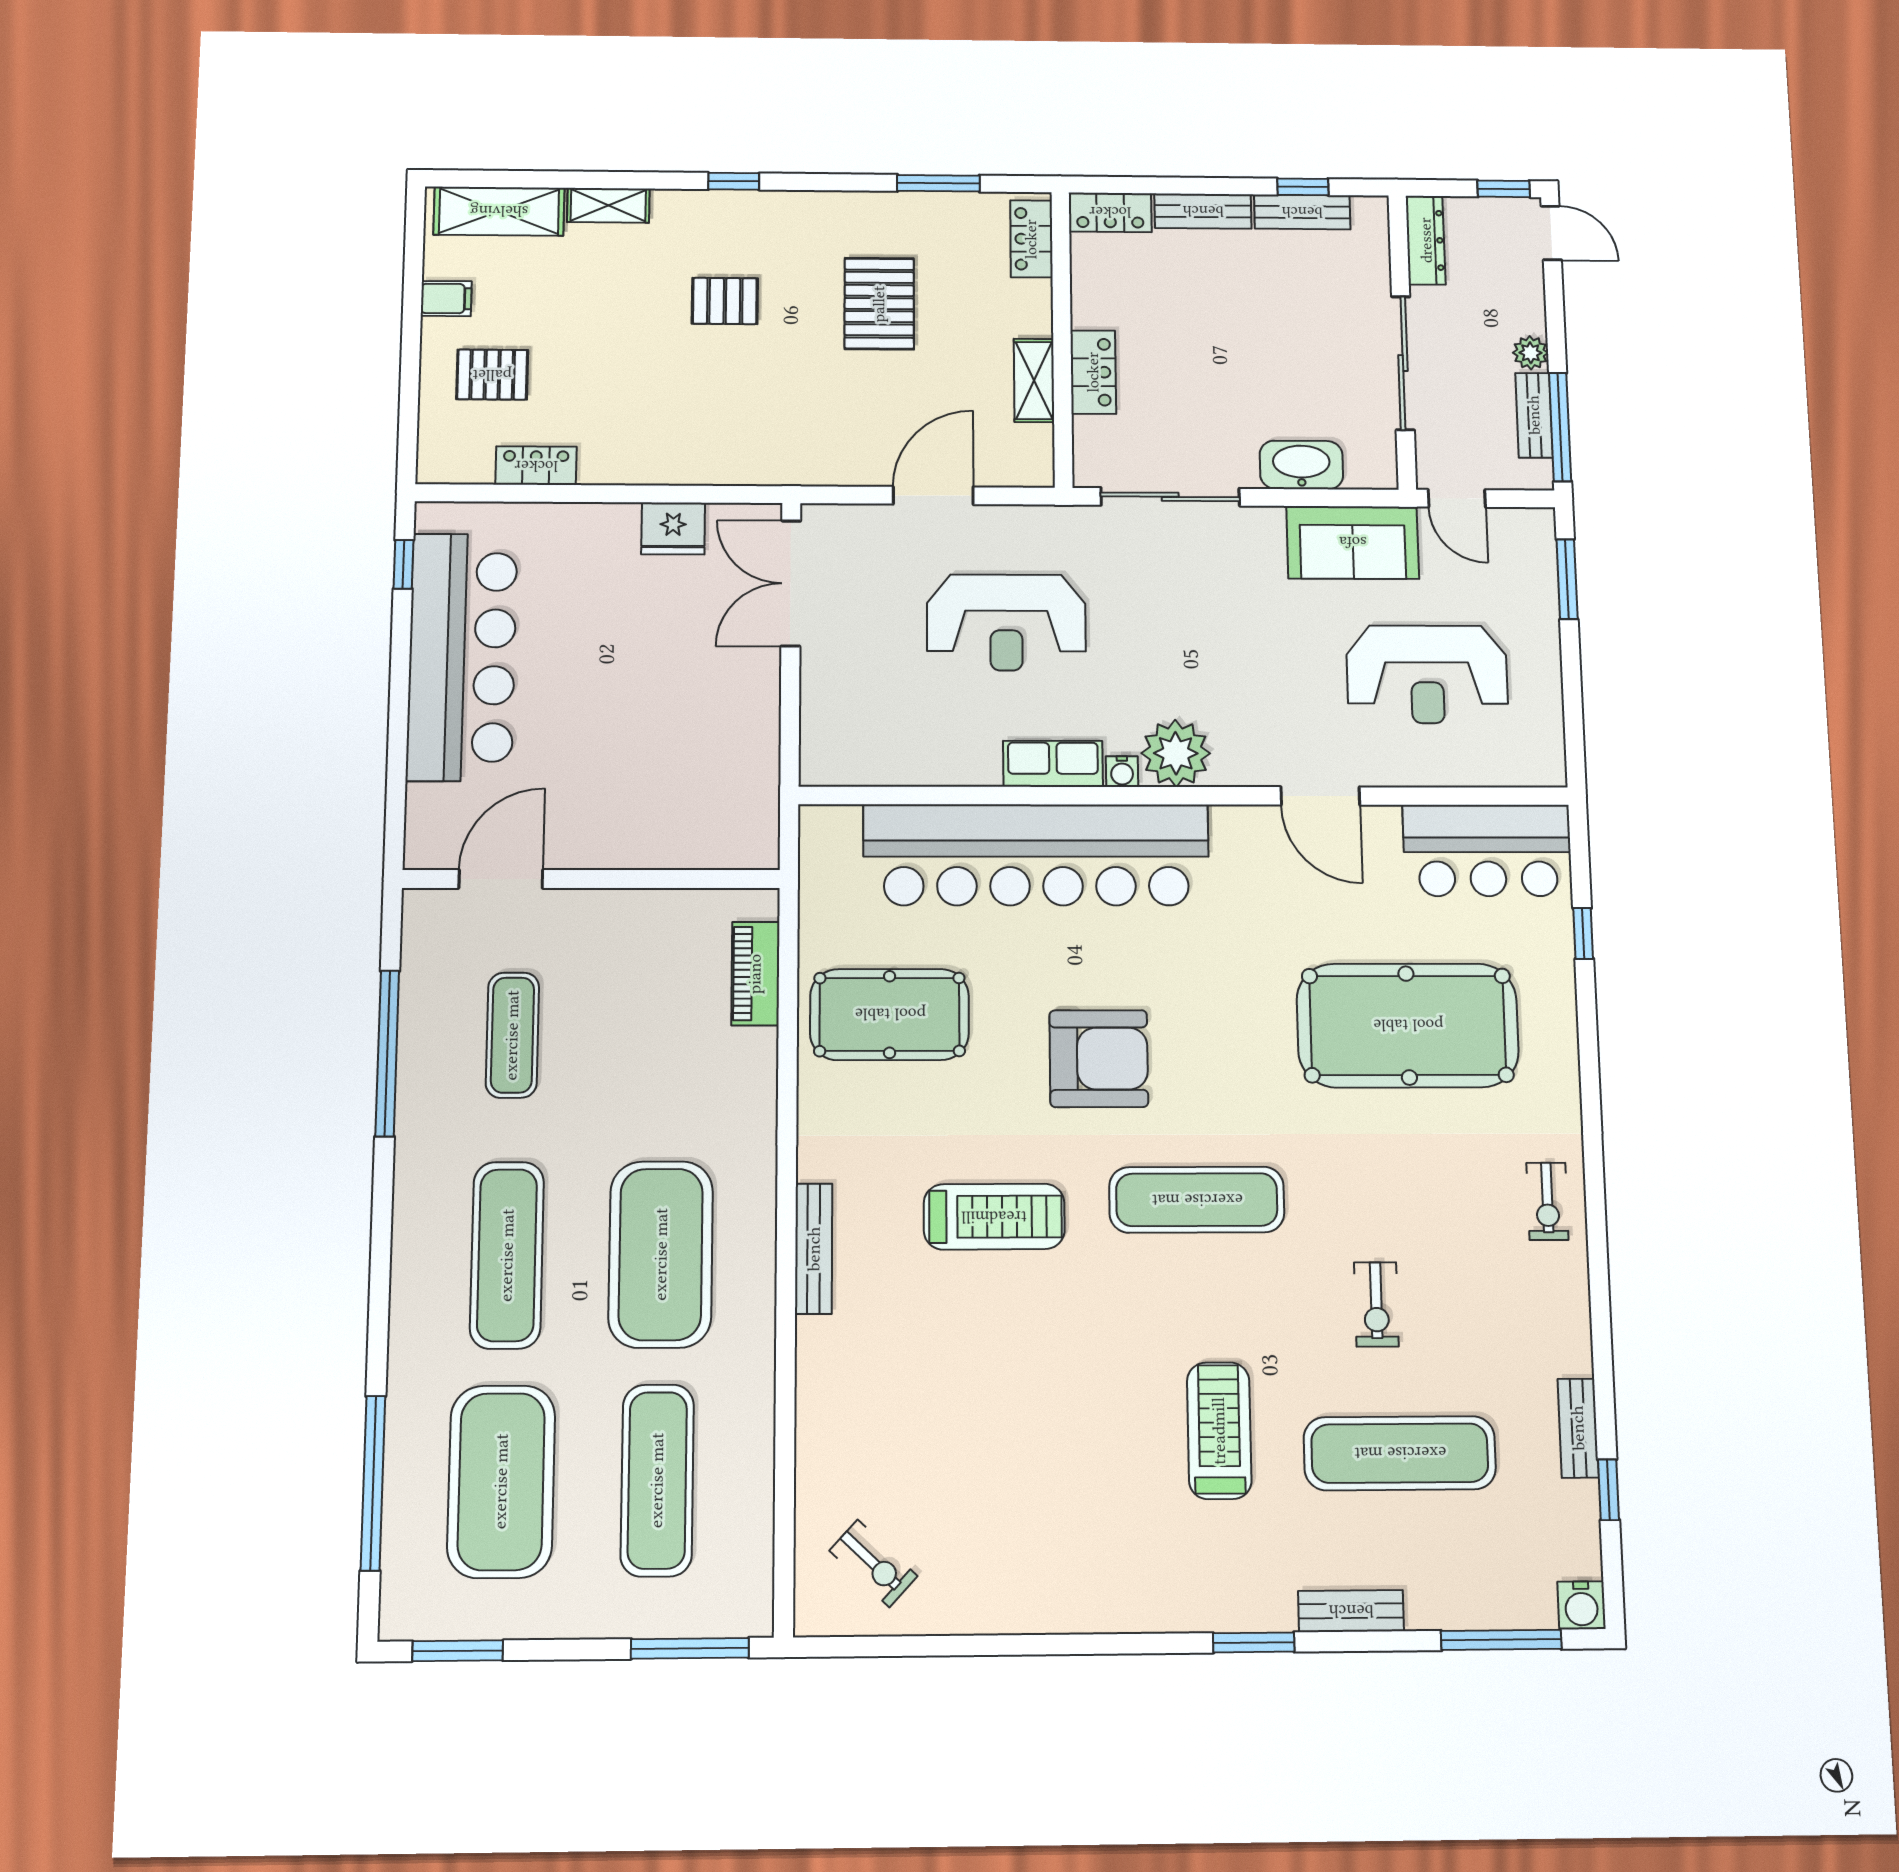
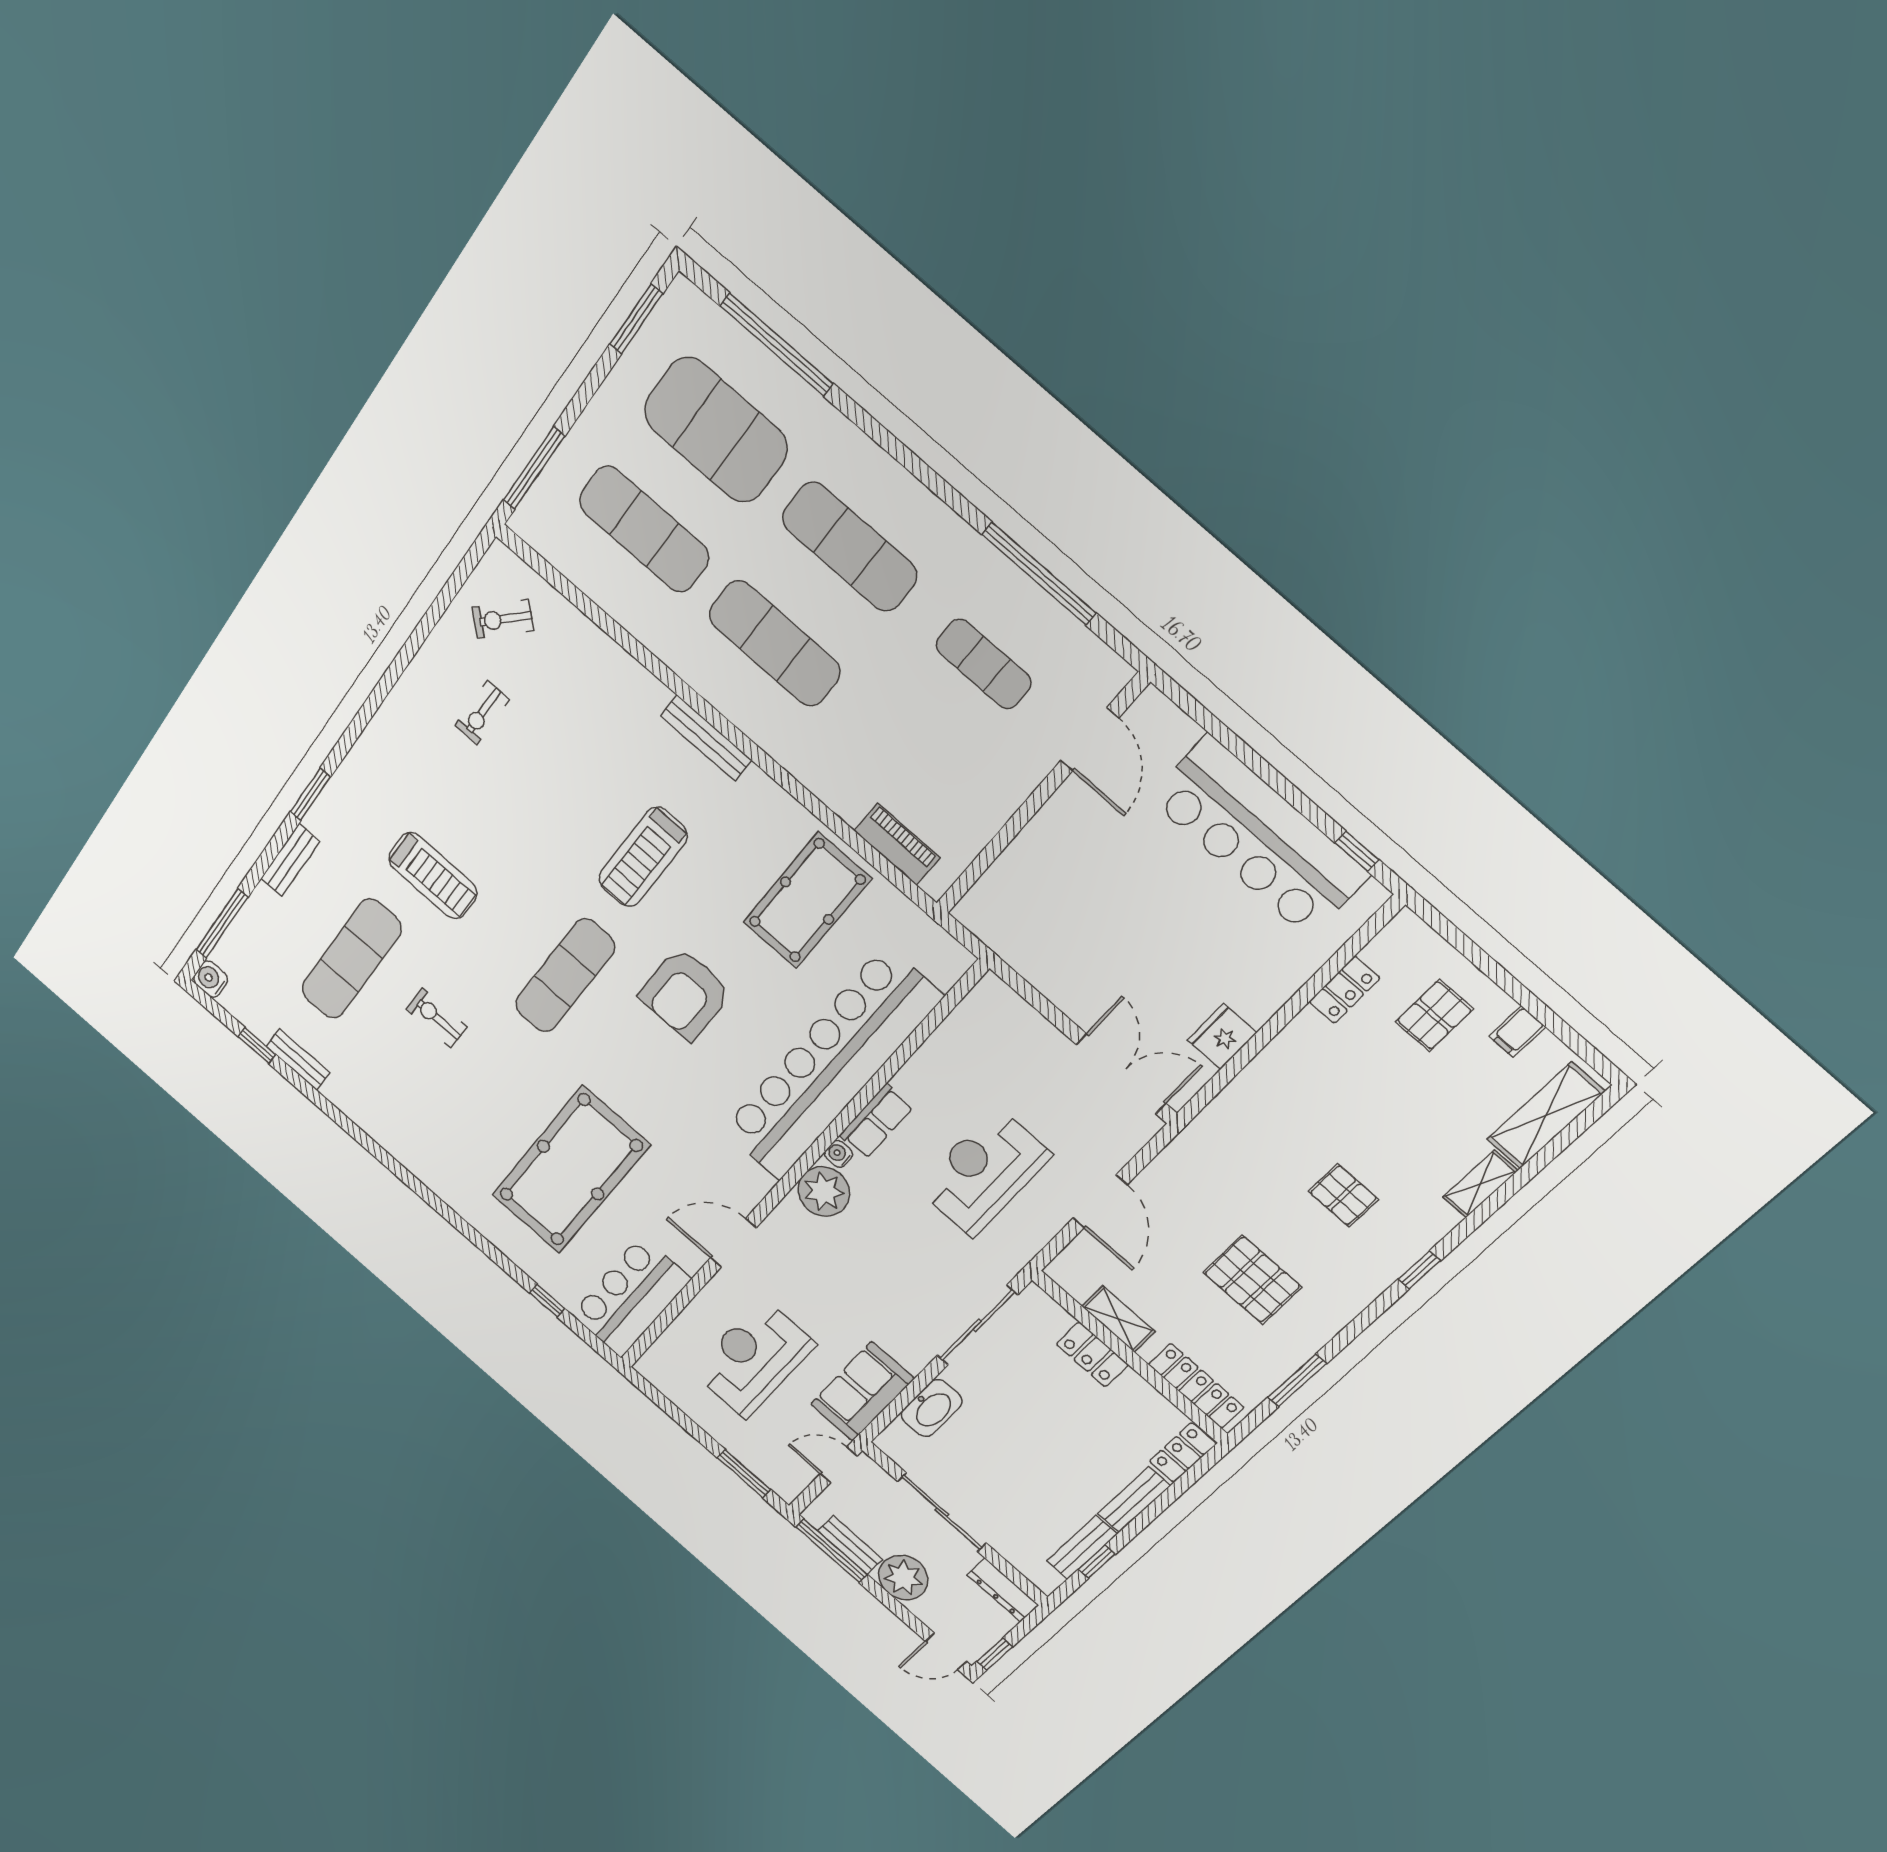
locker: (1031, 239) -> (1196, 1386), width x1.53
pallet: (725, 301) -> (1343, 1195), turned 90
plant: (1530, 353) -> (903, 1578), width x1.88, depth x1.88
exercise bike: (1547, 1201) -> (482, 713), moved, turned -90
exercise mat: (661, 1254) -> (775, 643), width x0.68

